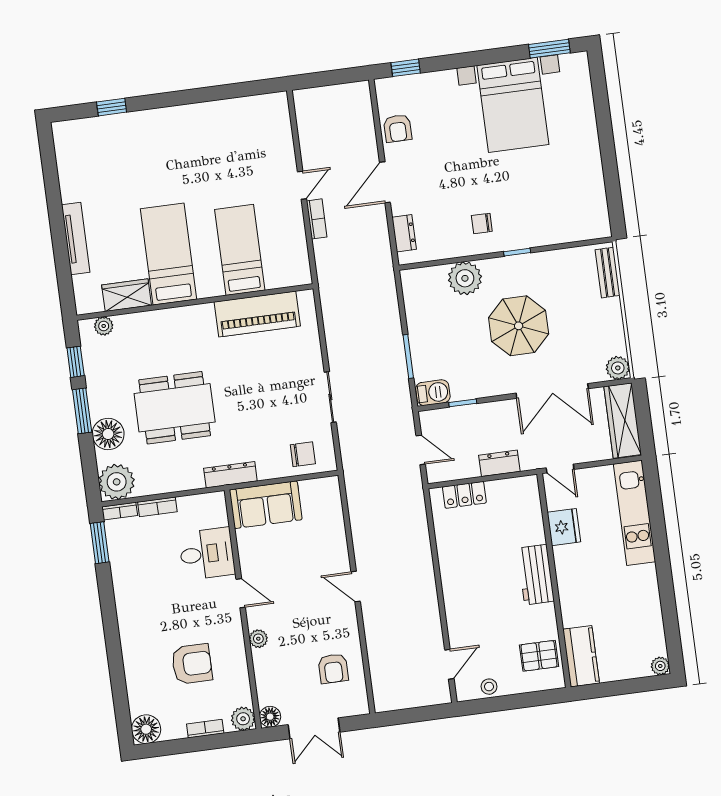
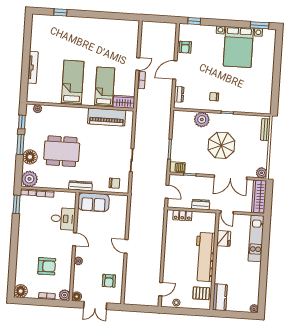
wardrobe: (127, 295) -> (124, 102), moved
workbench: (536, 575) -> (205, 257), width x1.88, depth x1.32

